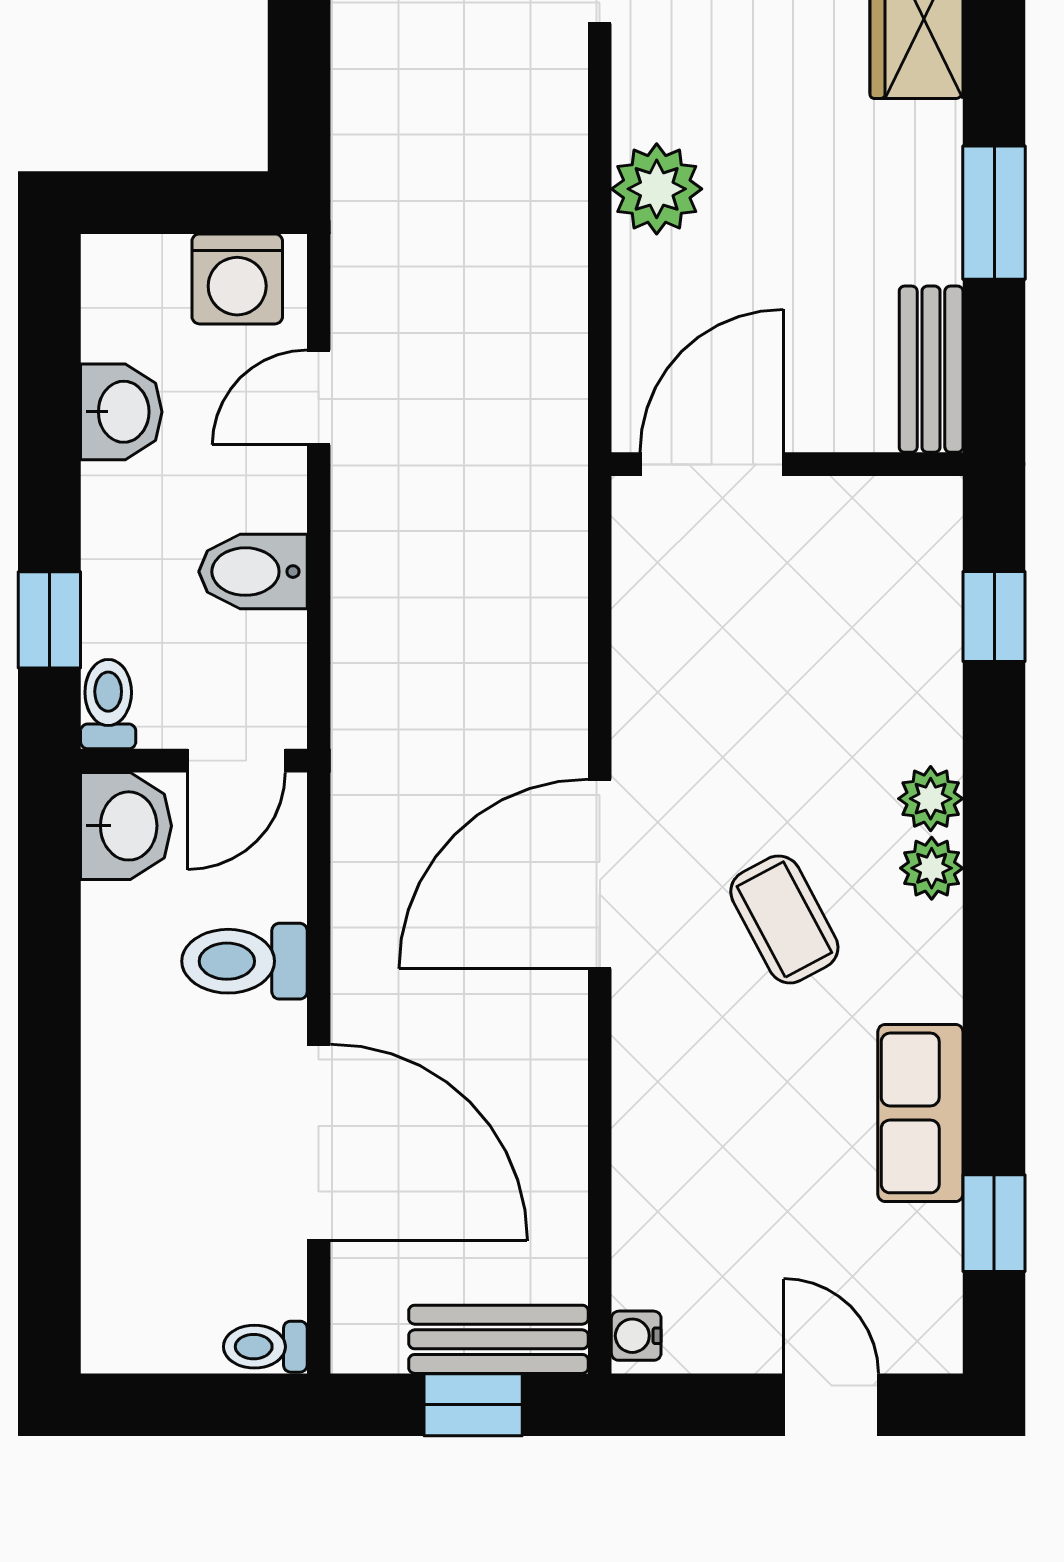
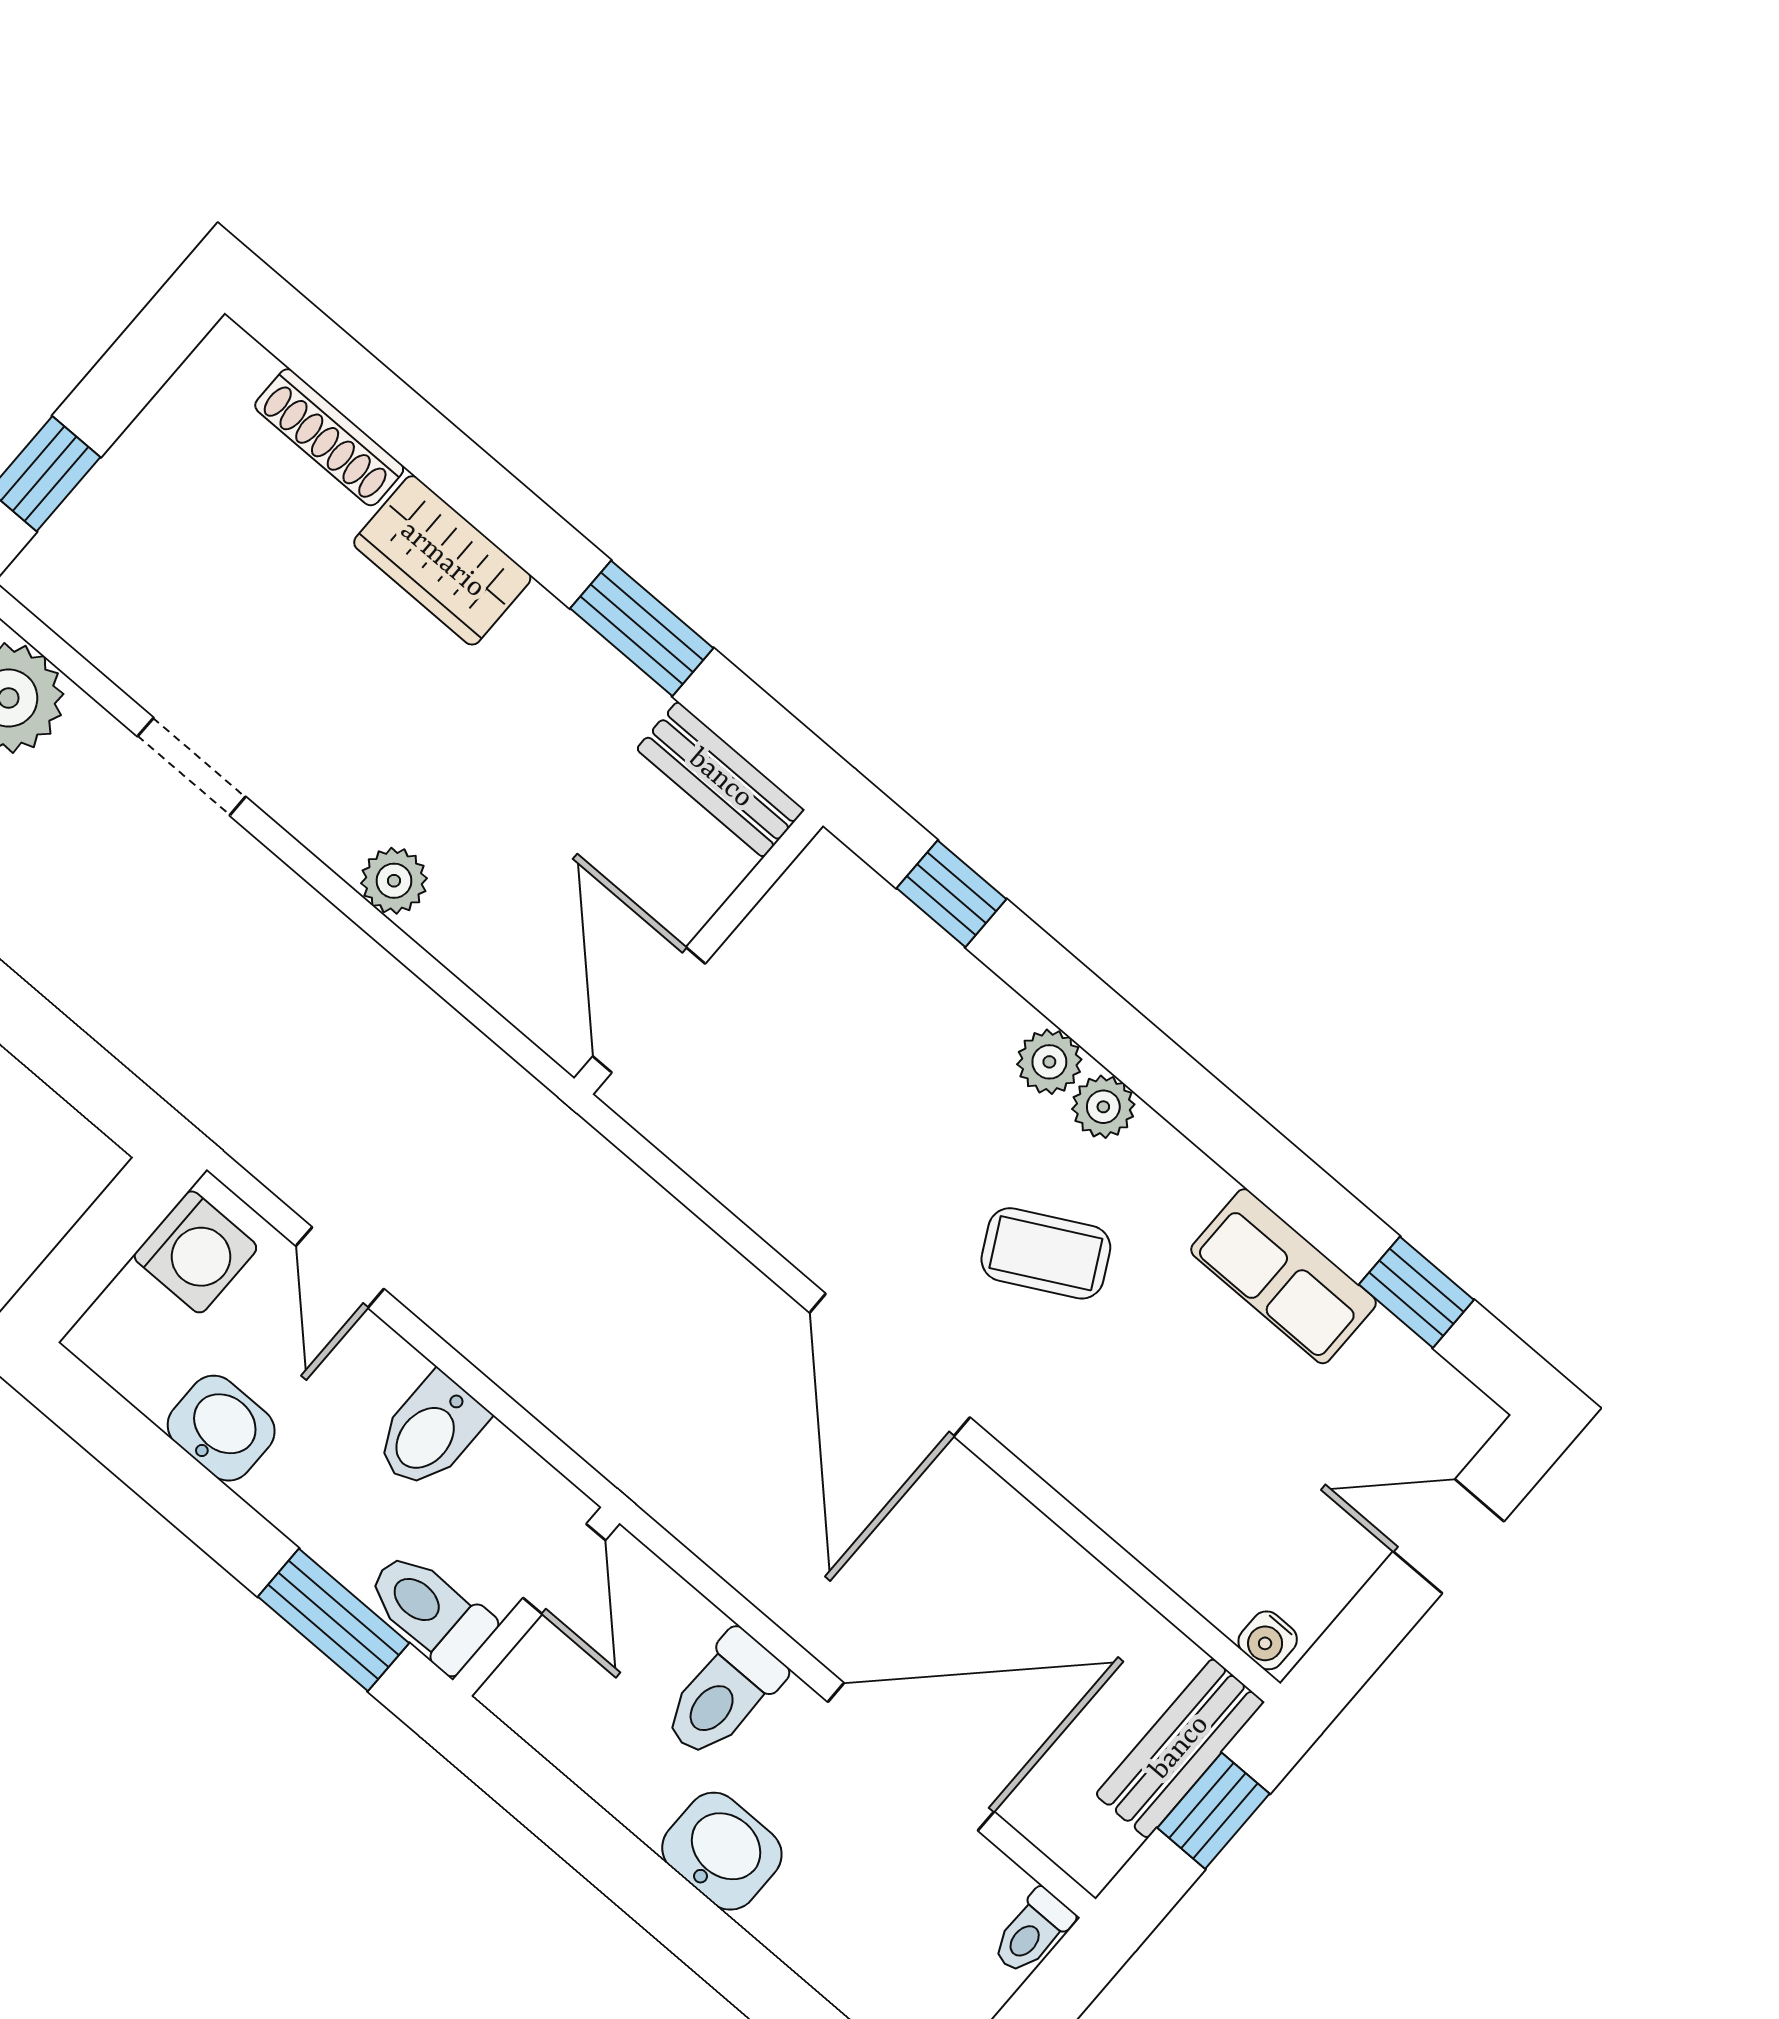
plant: (657, 189) -> (394, 881), width x0.73, depth x0.73
window: (49, 620) -> (333, 1620), width x1.50
toilet: (108, 704) -> (430, 1611), width x1.37, depth x1.39
washbasin: (126, 826) -> (722, 1851), moved

